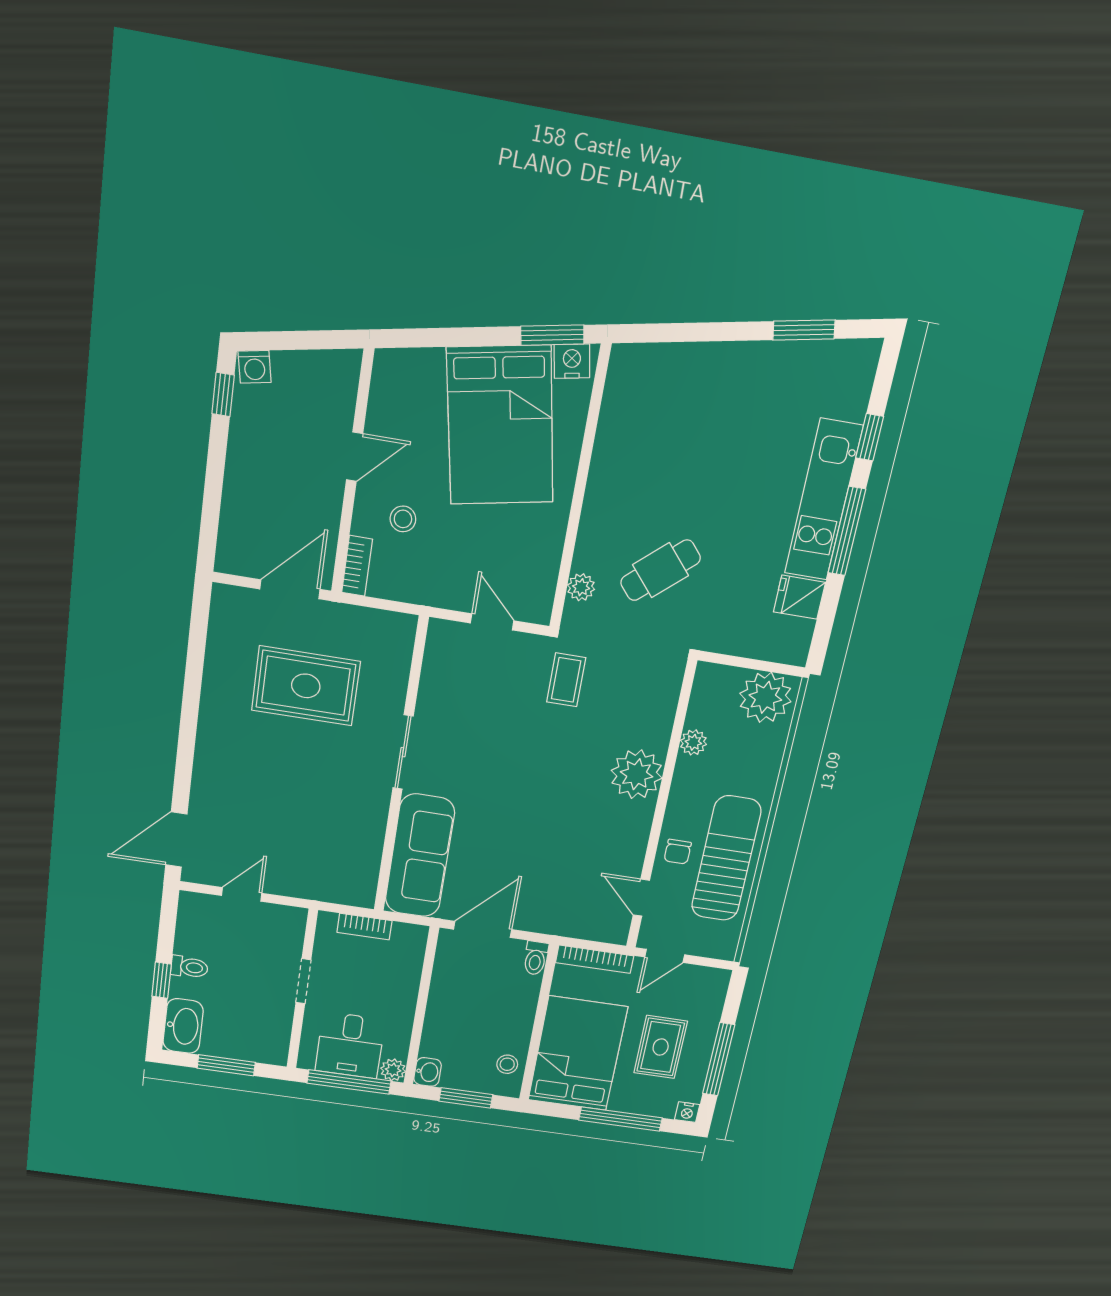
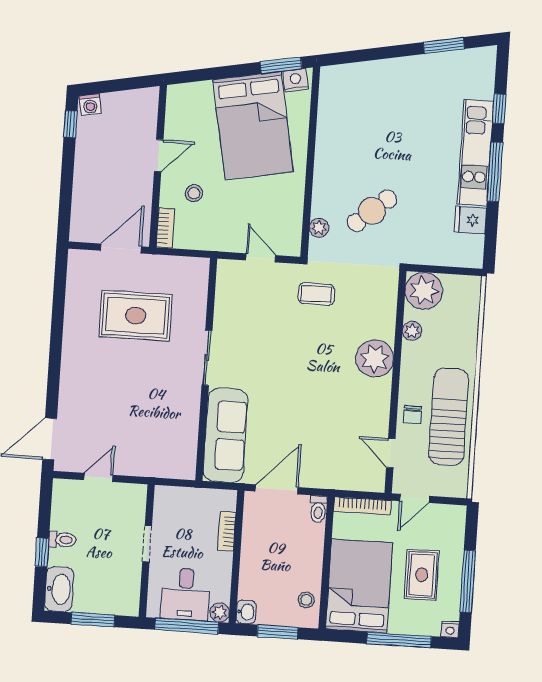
coffee table: (566, 680) -> (316, 294), turned 90
plant: (765, 697) -> (424, 291), moved
bookcase: (365, 927) -> (227, 531), moved, turned 90

